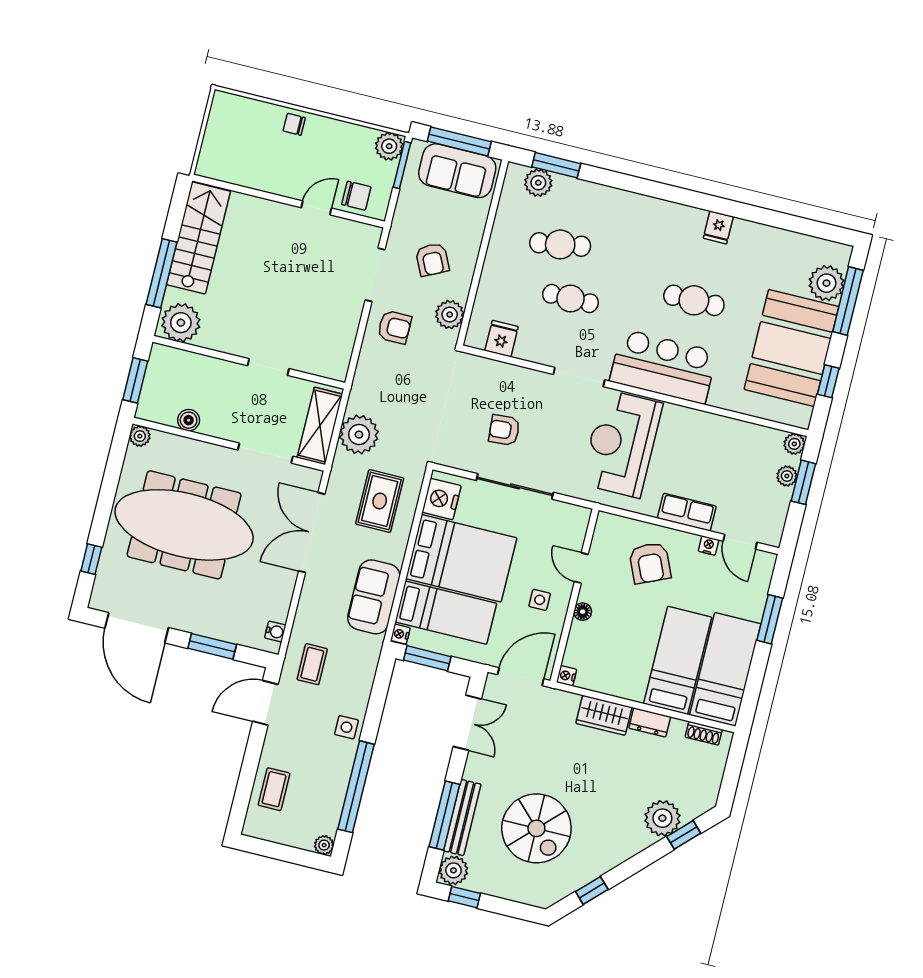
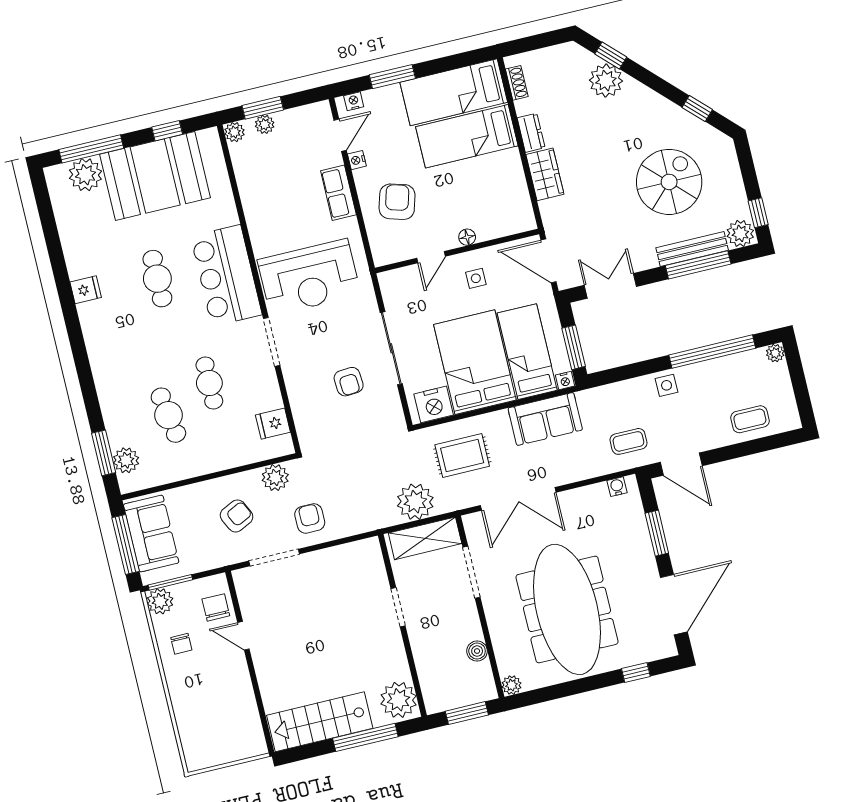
chair: (294, 124) -> (181, 644), moved
armchair: (650, 563) -> (397, 202), turned -50
nightstand: (566, 676) -> (354, 101), moved, turned 180

